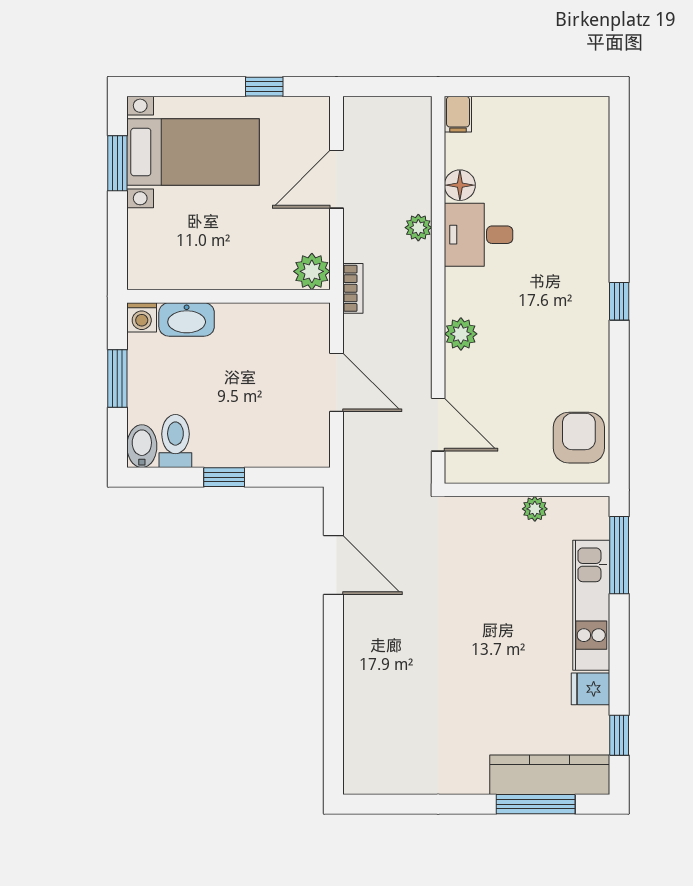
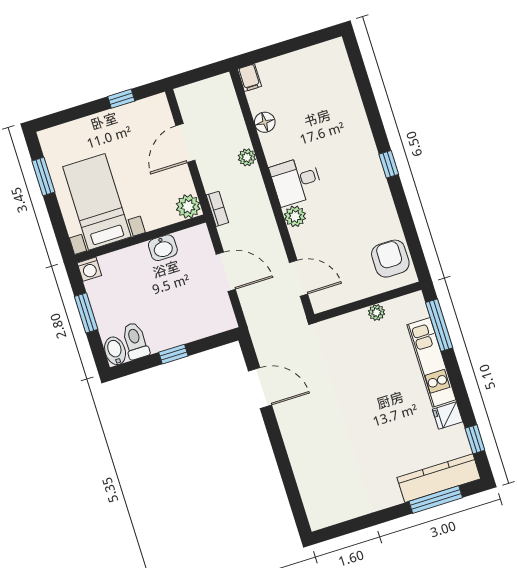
bed with nightstands: (193, 152) -> (97, 202), moved, turned -90
desk: (479, 235) -> (296, 181), moved
washbasin: (187, 319) -> (163, 248), moved, width x0.72

